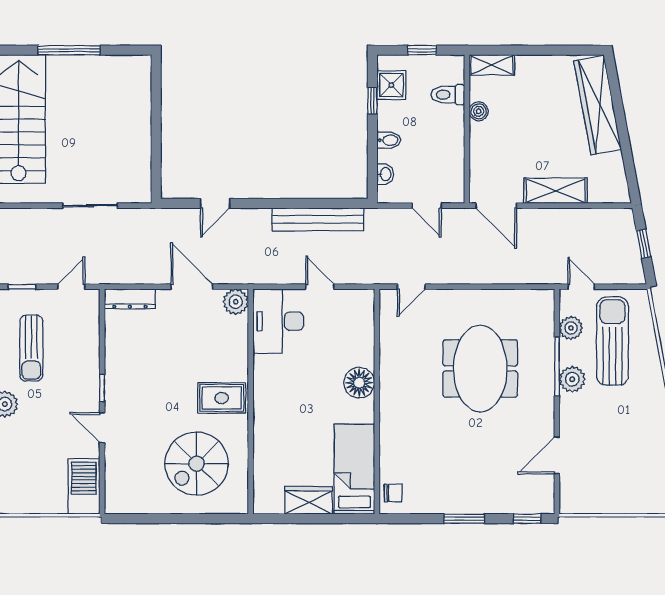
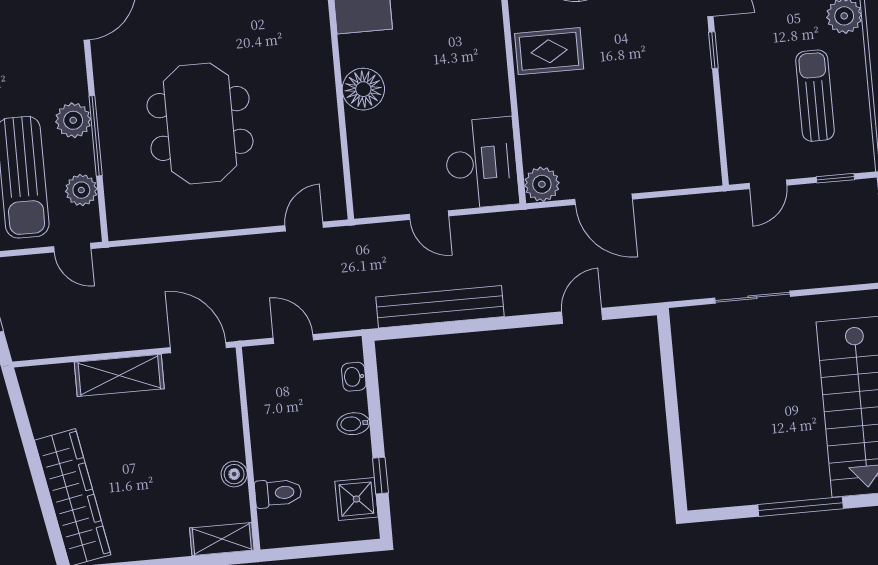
window: (422, 50) -> (319, 550), removed
dresser: (130, 299) -> (687, 175), removed

